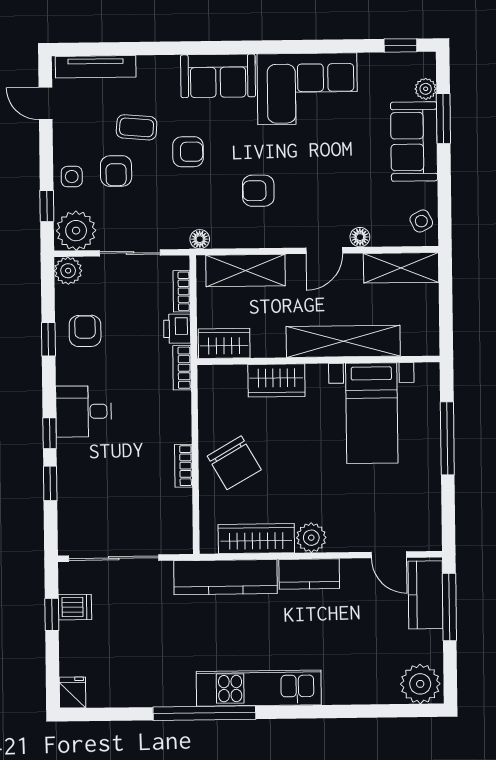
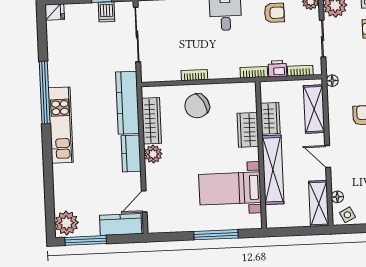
floor lamp: (360, 237) -> (337, 197), moved
wardrobe: (224, 343) -> (270, 118), moved
window: (449, 607) -> (86, 240), moved

